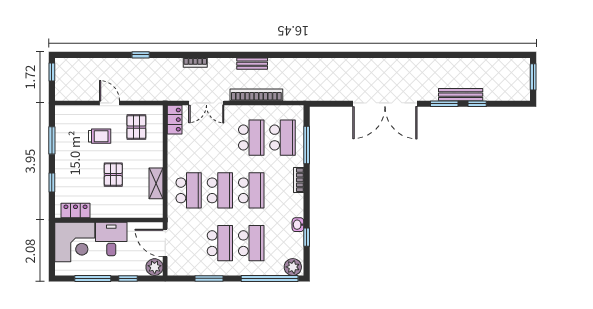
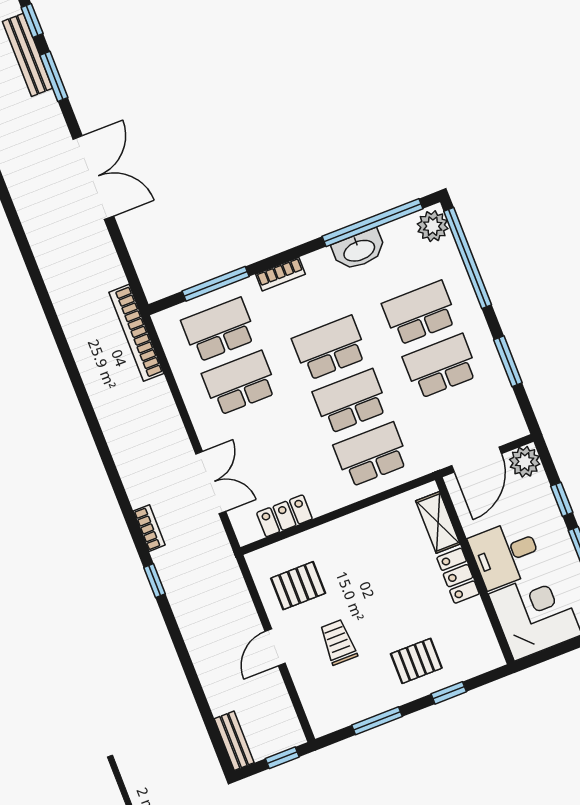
window: (141, 55) -> (155, 581), moved
bench: (252, 64) -> (234, 741), moved
window: (52, 72) -> (282, 758), moved
bookcase: (256, 95) -> (136, 333), moved
double door: (385, 104) -> (93, 178), width x0.73
locker: (175, 120) -> (284, 516), moved
pallet: (113, 175) -> (416, 661), moved
shelving: (156, 183) -> (438, 522), moved, turned 90
locker: (76, 210) -> (458, 576), moved
washbasin: (298, 225) -> (359, 250), width x1.91, depth x1.45
window: (307, 237) -> (372, 223), width x3.17

